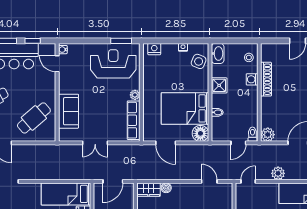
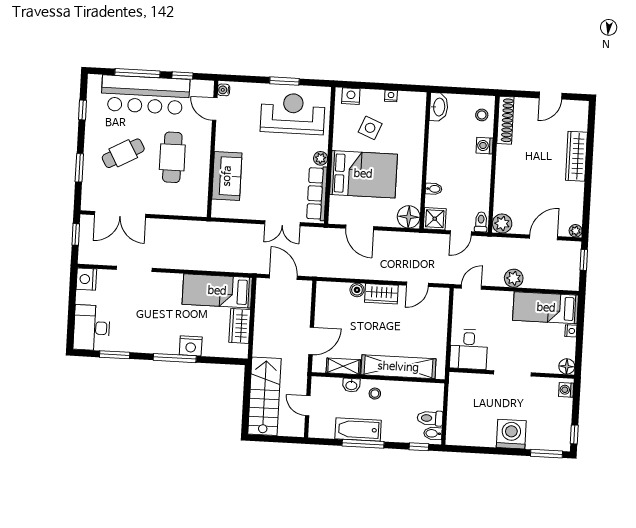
window: (121, 41) -> (284, 81), moved
side table: (199, 61) -> (370, 128), moved
shoe rack: (266, 79) -> (505, 120), moved
shower: (219, 85) -> (435, 219), moved
bed: (185, 108) -> (363, 174), moved, turned 180
cafe table: (34, 118) -> (172, 157), moved, turned -49
double door: (95, 143) -> (282, 223), moved
door: (113, 181) -> (283, 277), swing flipped
door: (209, 181) -> (417, 284), swing flipped
wardrobe: (149, 190) -> (381, 294), moved

